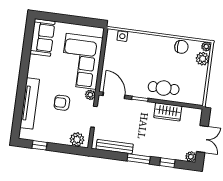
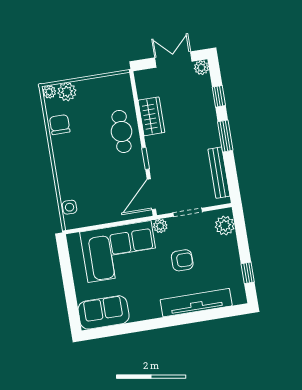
armchair: (62, 103) -> (182, 260), turned -90

